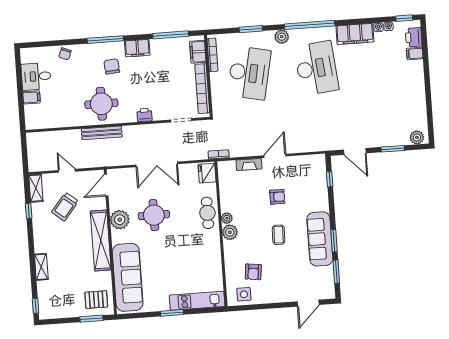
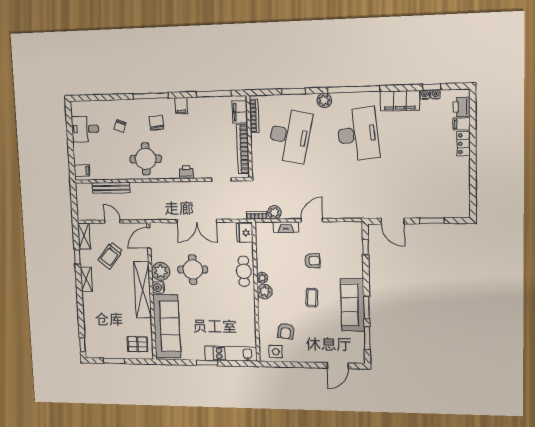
window: (404, 18) -> (432, 87), moved
filing cabinet: (137, 48) -> (181, 106), width x0.50
chair: (65, 54) -> (120, 126), moved
locker: (418, 72) -> (464, 144), added
filing cabinet: (32, 97) -> (82, 171), moved
bench: (102, 133) -> (111, 188), moved
plant: (417, 137) -> (274, 212), moved
water cooler: (118, 237) -> (158, 287), added
shelving: (41, 267) -> (86, 279), moved
window: (91, 319) -> (114, 361), moved

